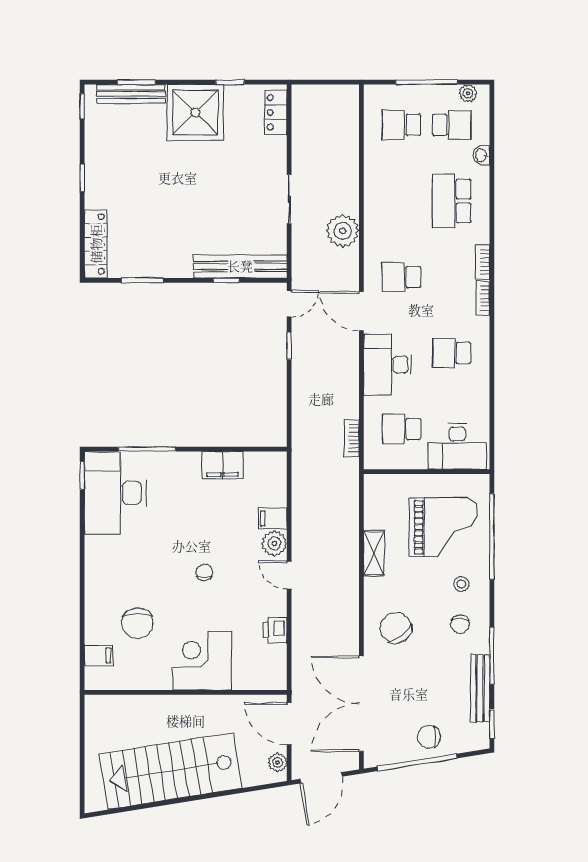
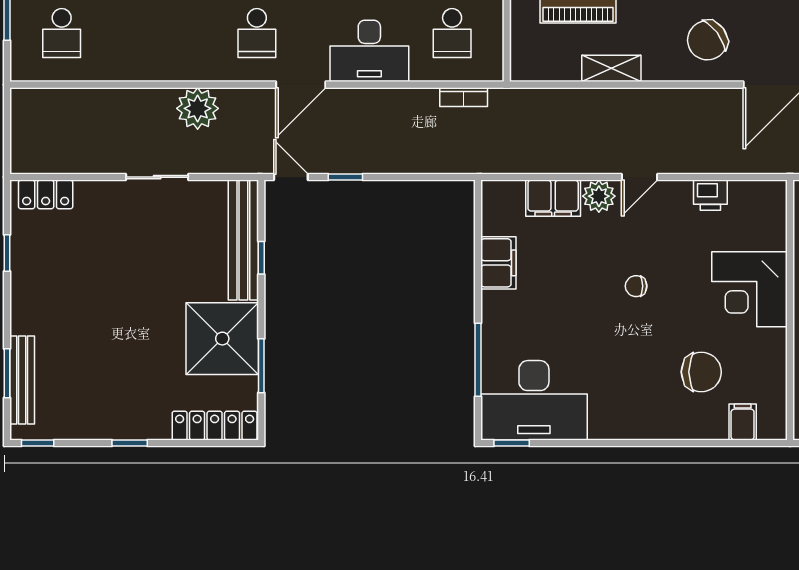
shower: (195, 113) -> (222, 339), moved
filing cabinet: (273, 518) -> (553, 198), width x2.00

